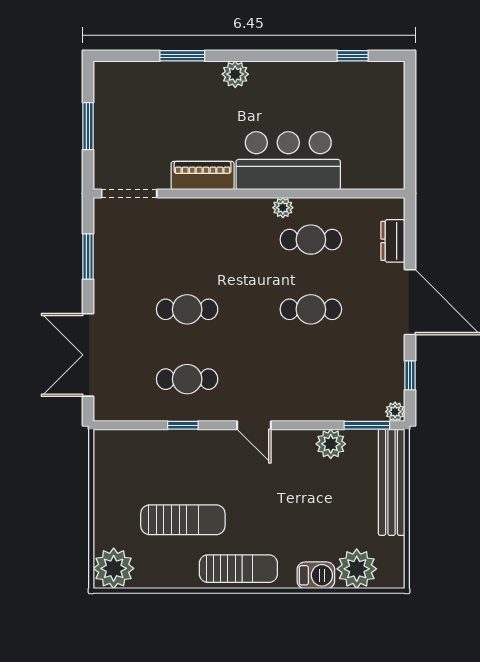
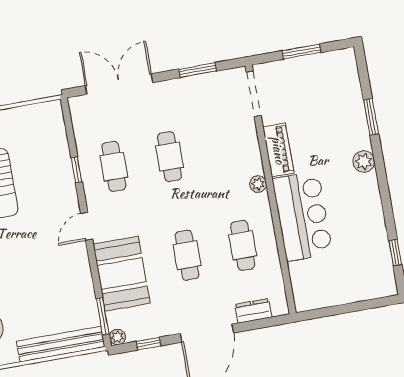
plant: (283, 208) -> (258, 184), moved
booth: (319, 393) -> (122, 274), added
plant: (331, 444) -> (83, 290), removed

